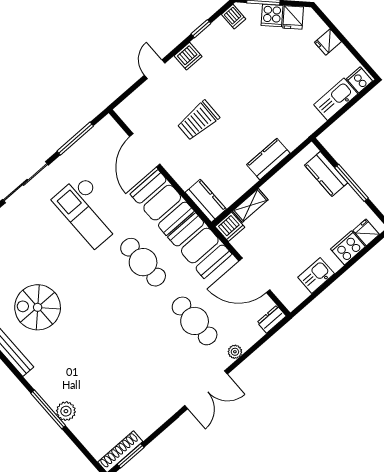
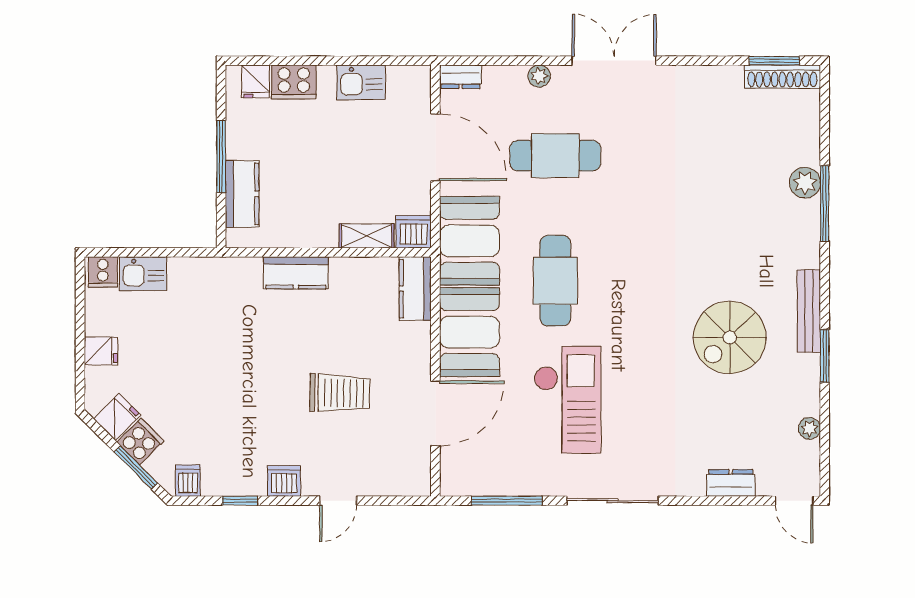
kitchen sink: (336, 99) -> (143, 274), width x0.73
spiral stairs: (38, 307) -> (730, 337), turned 90
cafe table: (195, 321) -> (555, 156), turned 90

